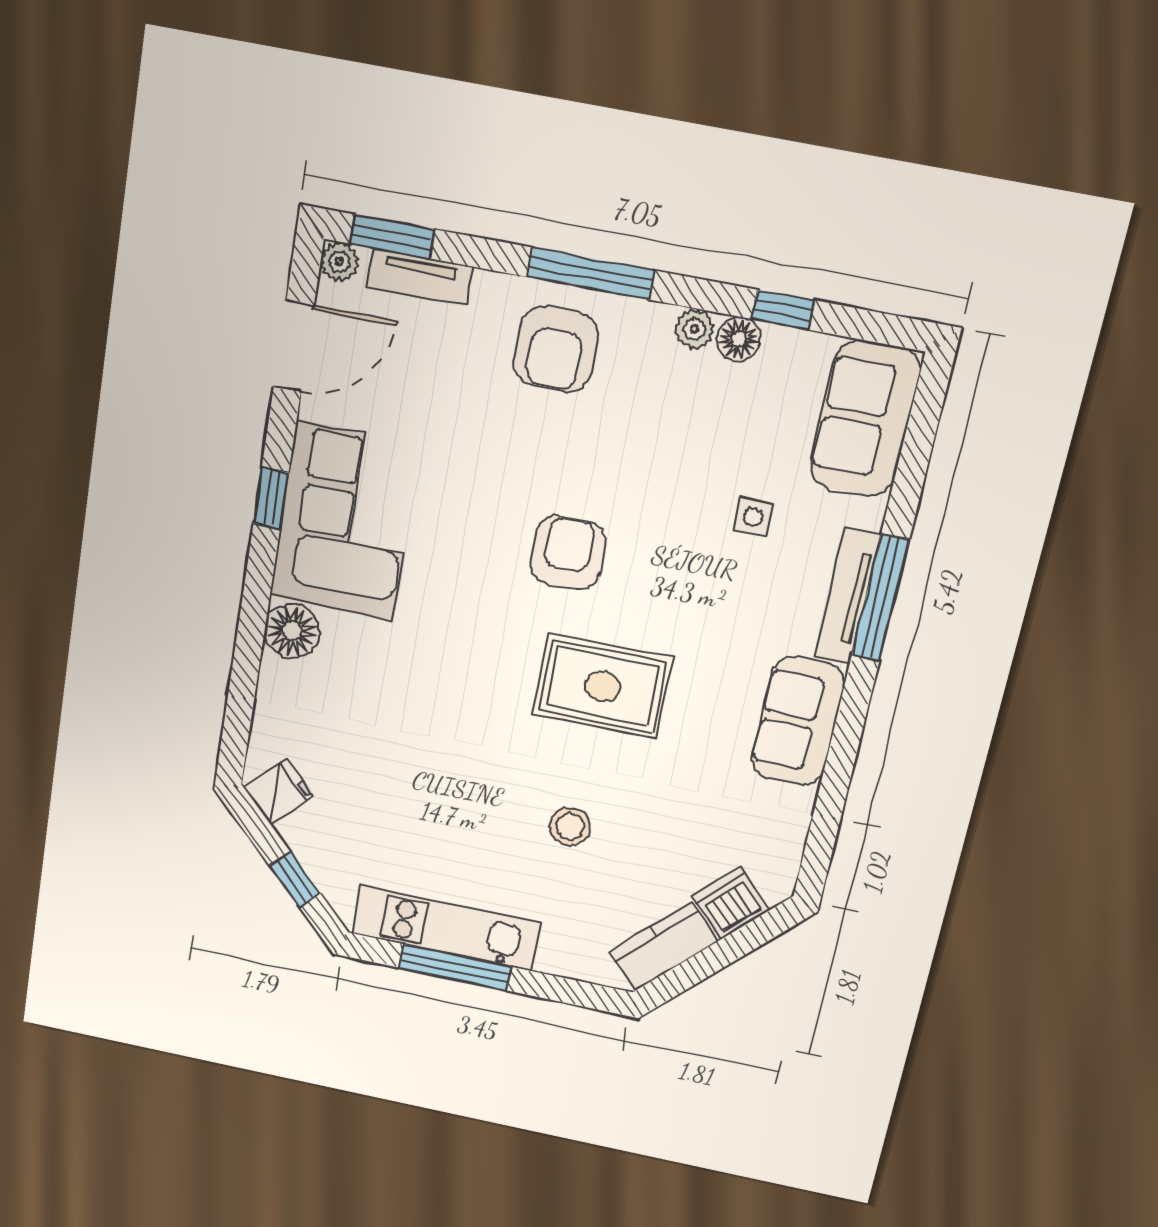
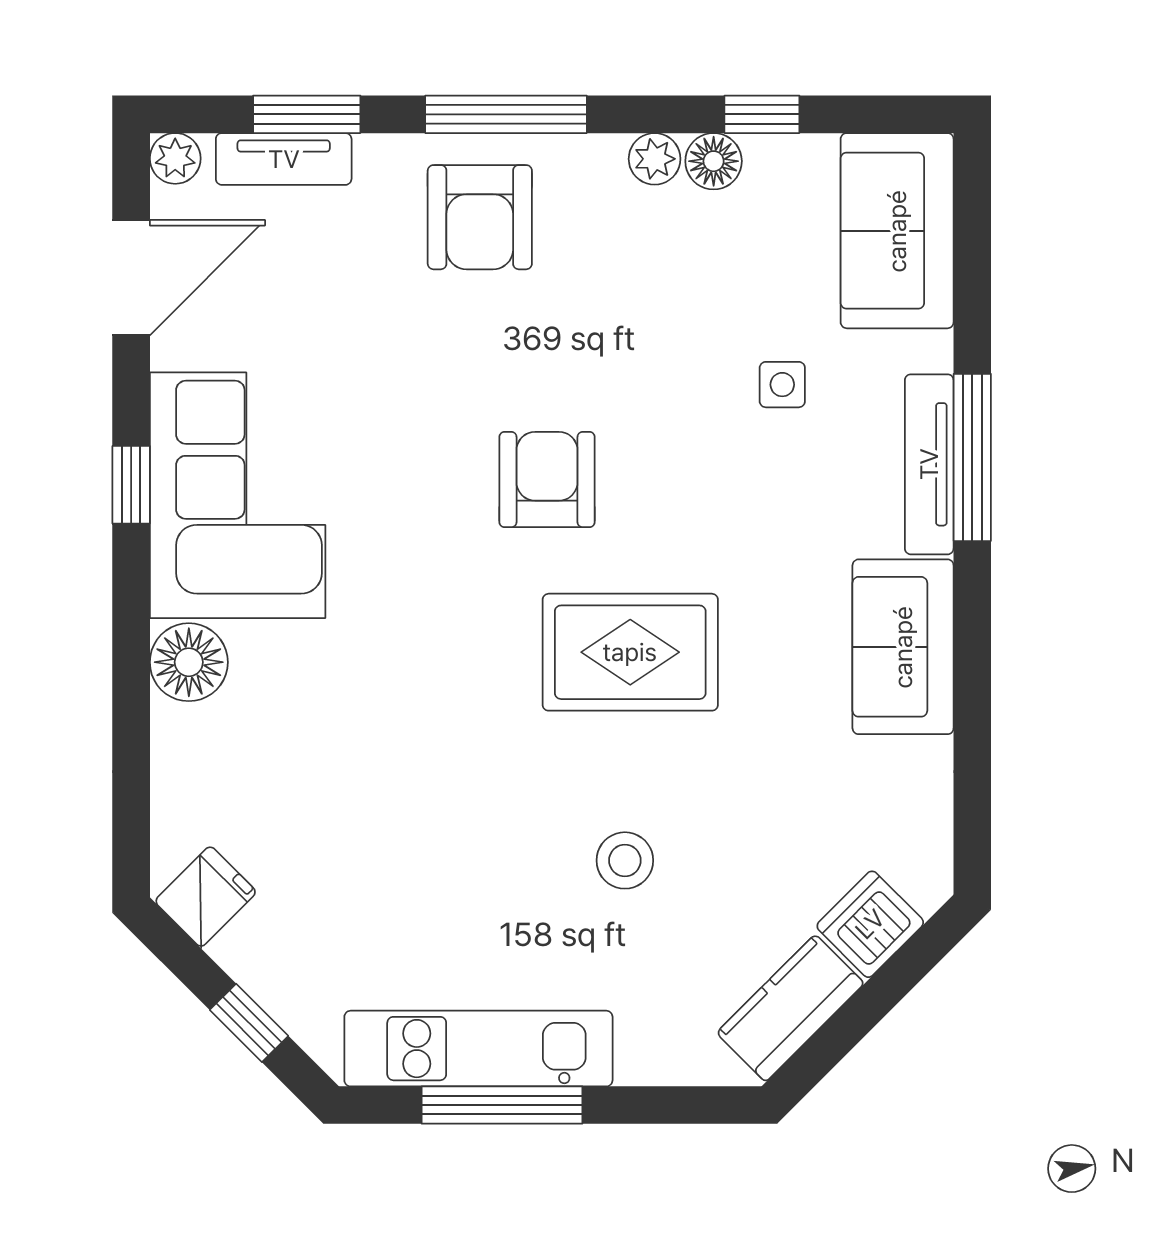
window: (392, 237) -> (307, 114), moved

